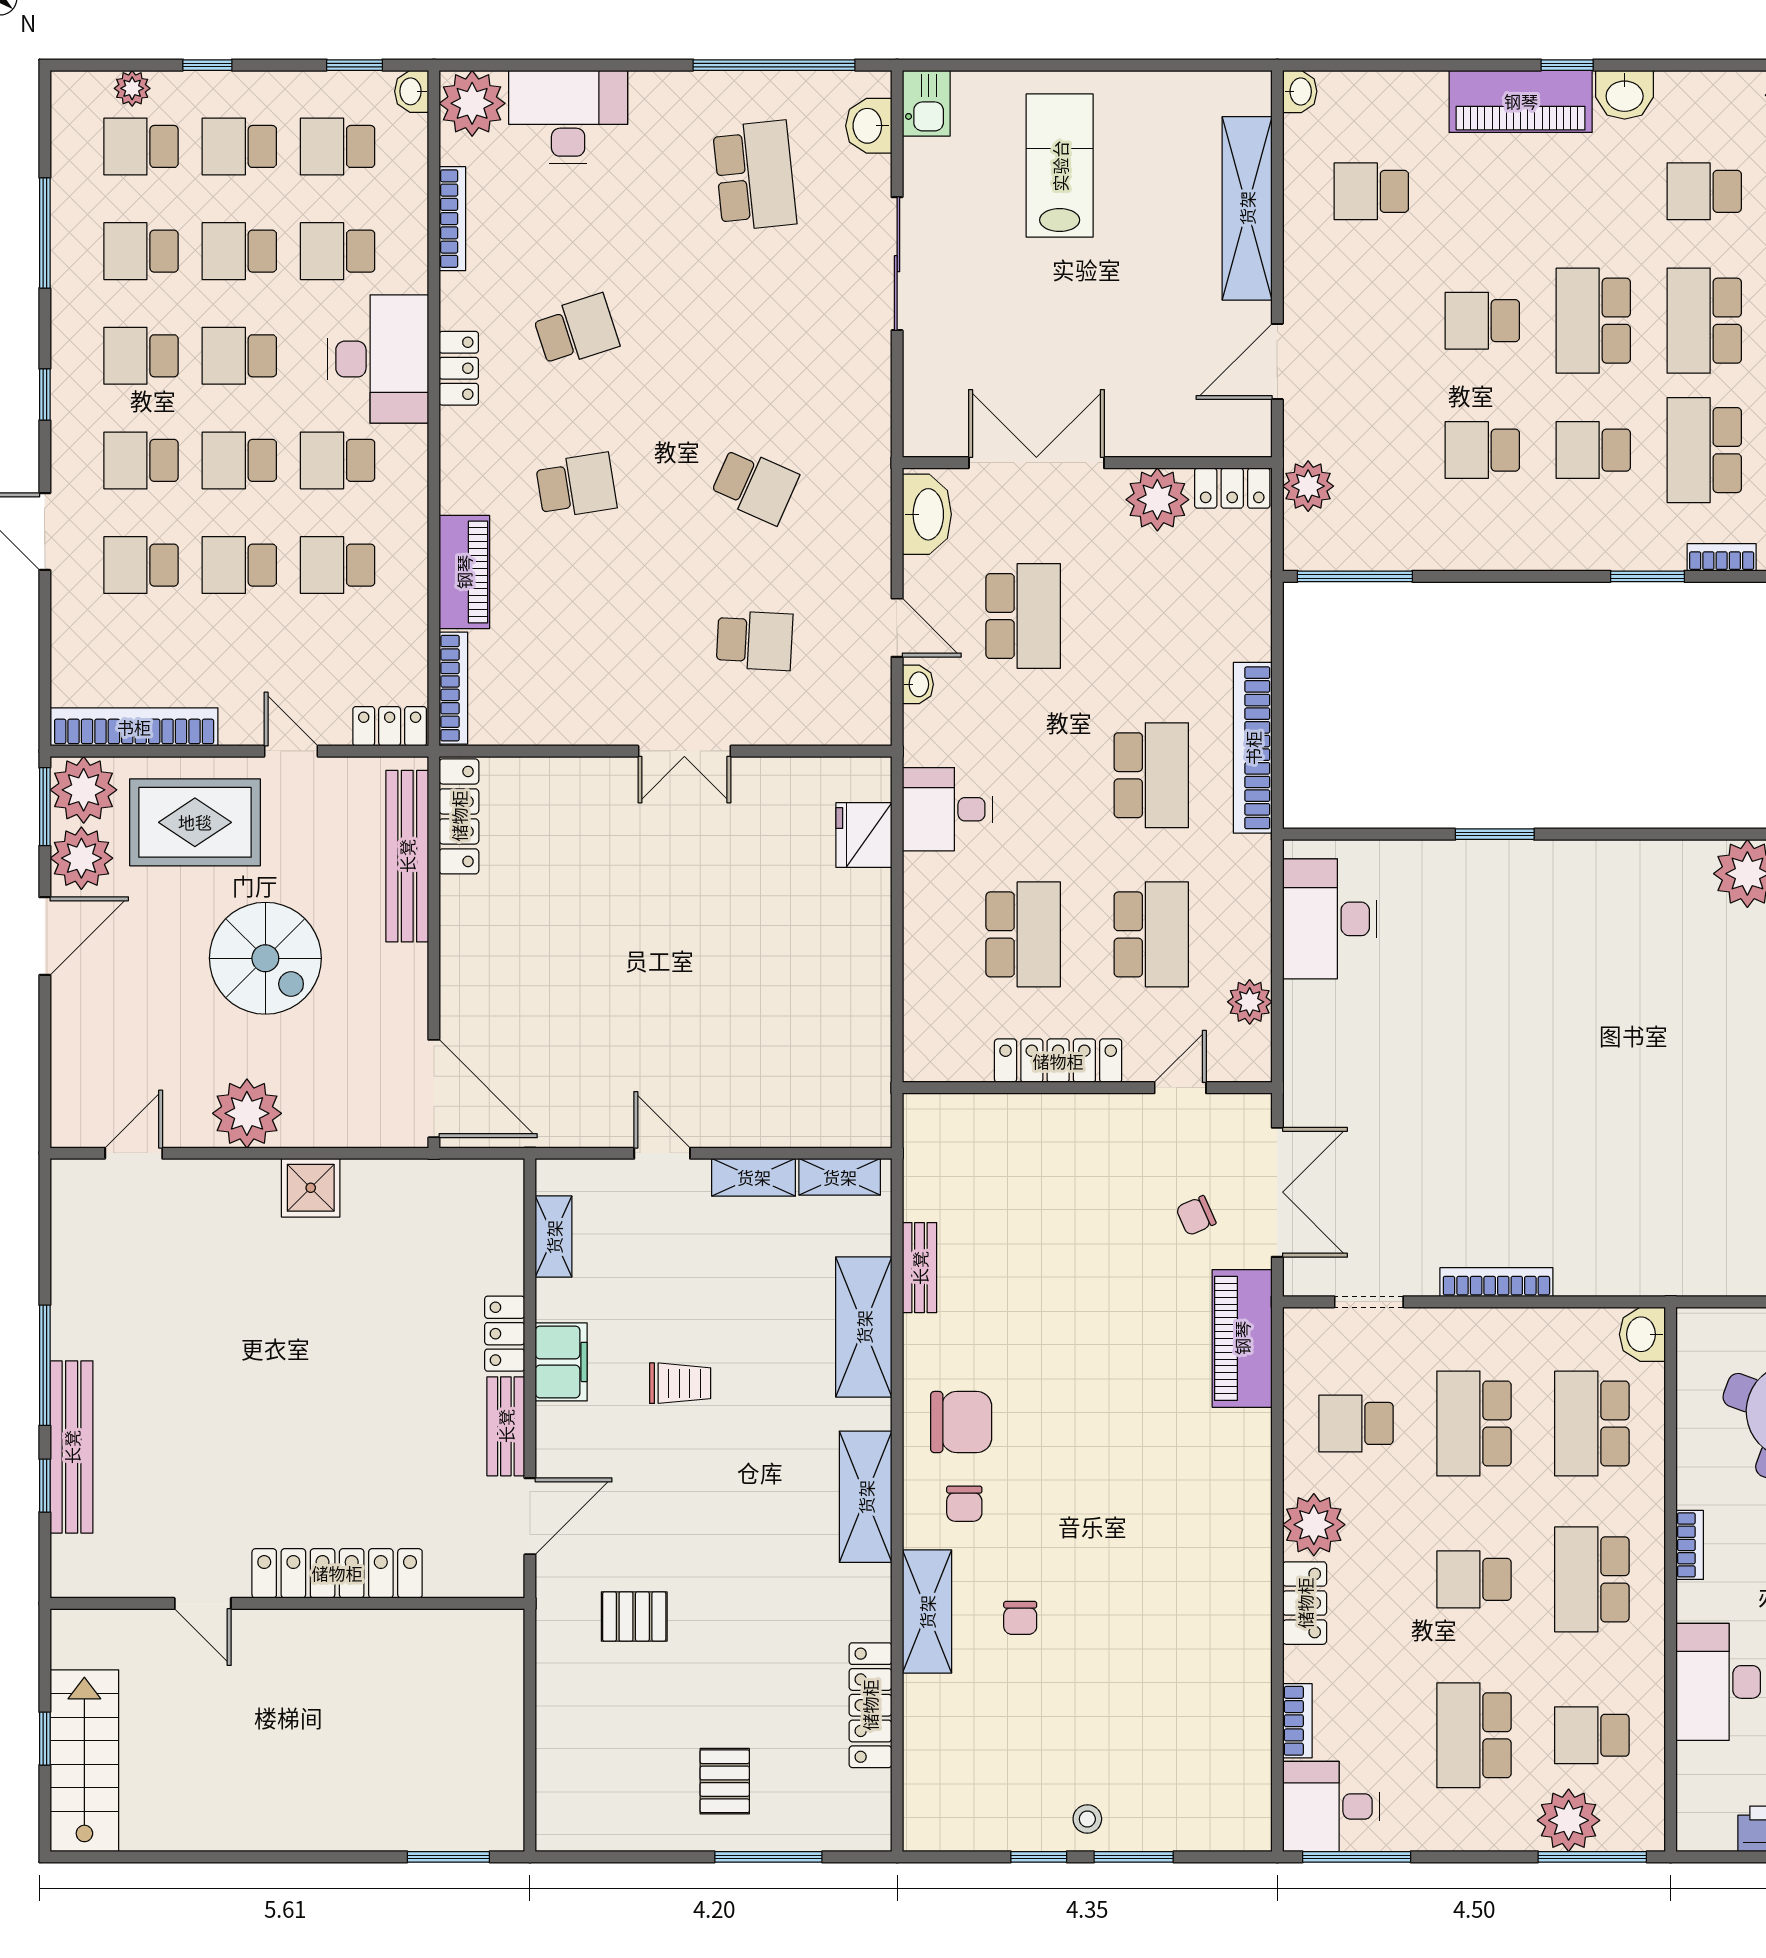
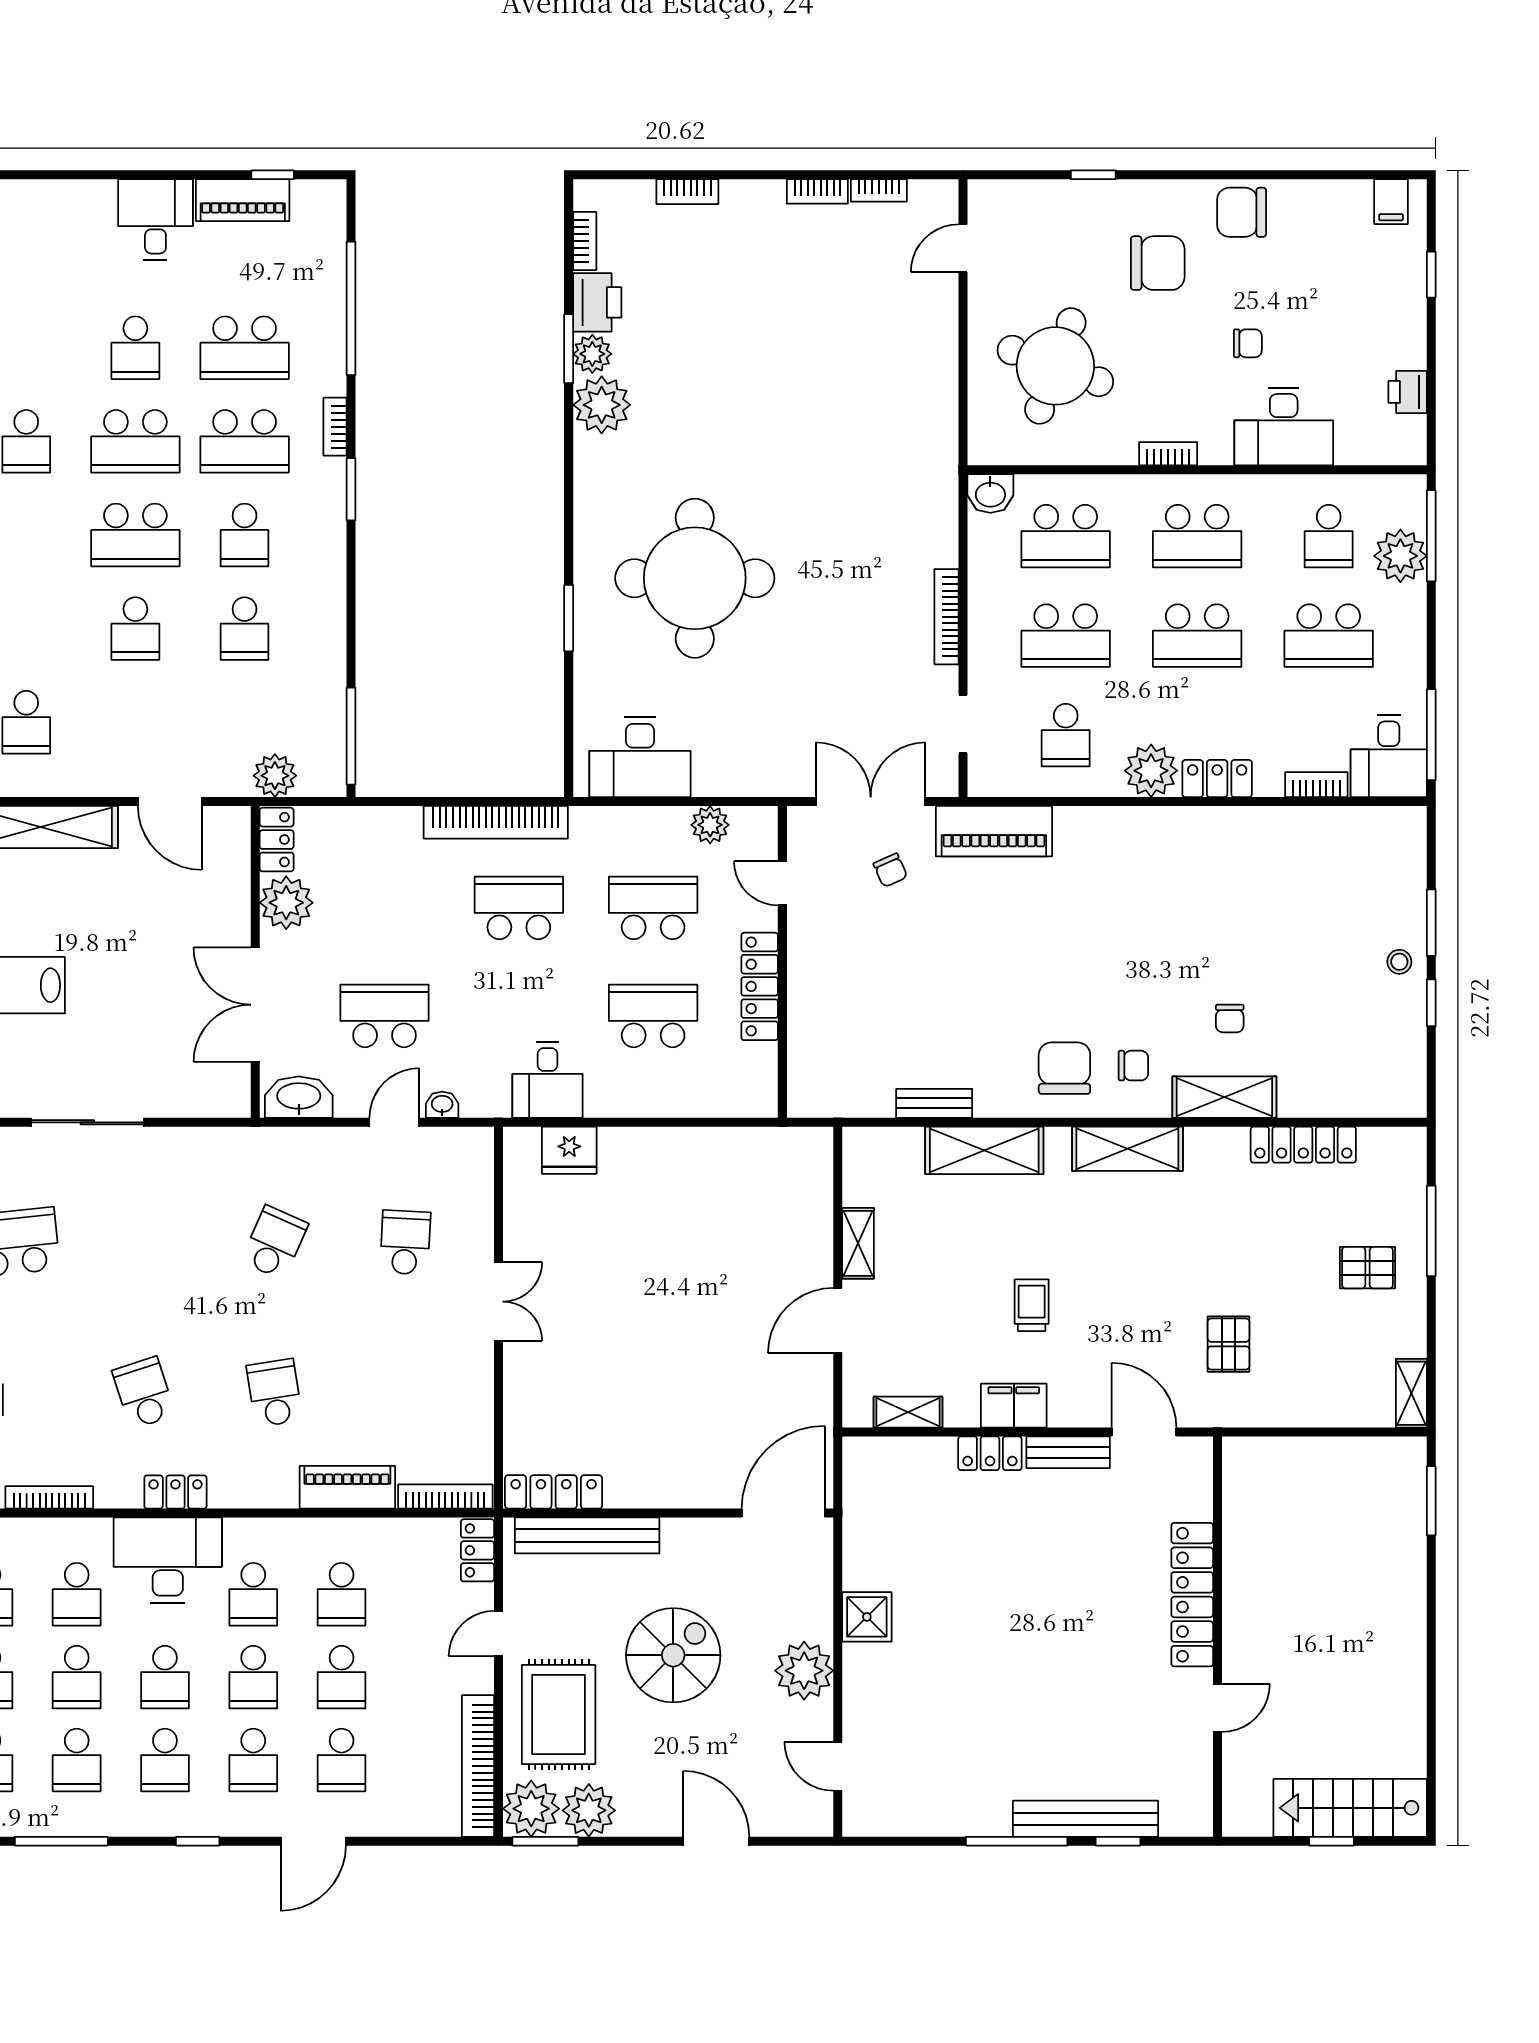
door: (45, 936) -> (716, 1841), moved
round table: (1542, 984) -> (695, 578), added
door: (662, 1153) -> (838, 1320), width x1.38
shelving: (840, 1177) -> (1411, 1393), moved
school desk: (1474, 1579) -> (1197, 636), width x1.85
chair: (1020, 1618) -> (1230, 1018), turned 90

